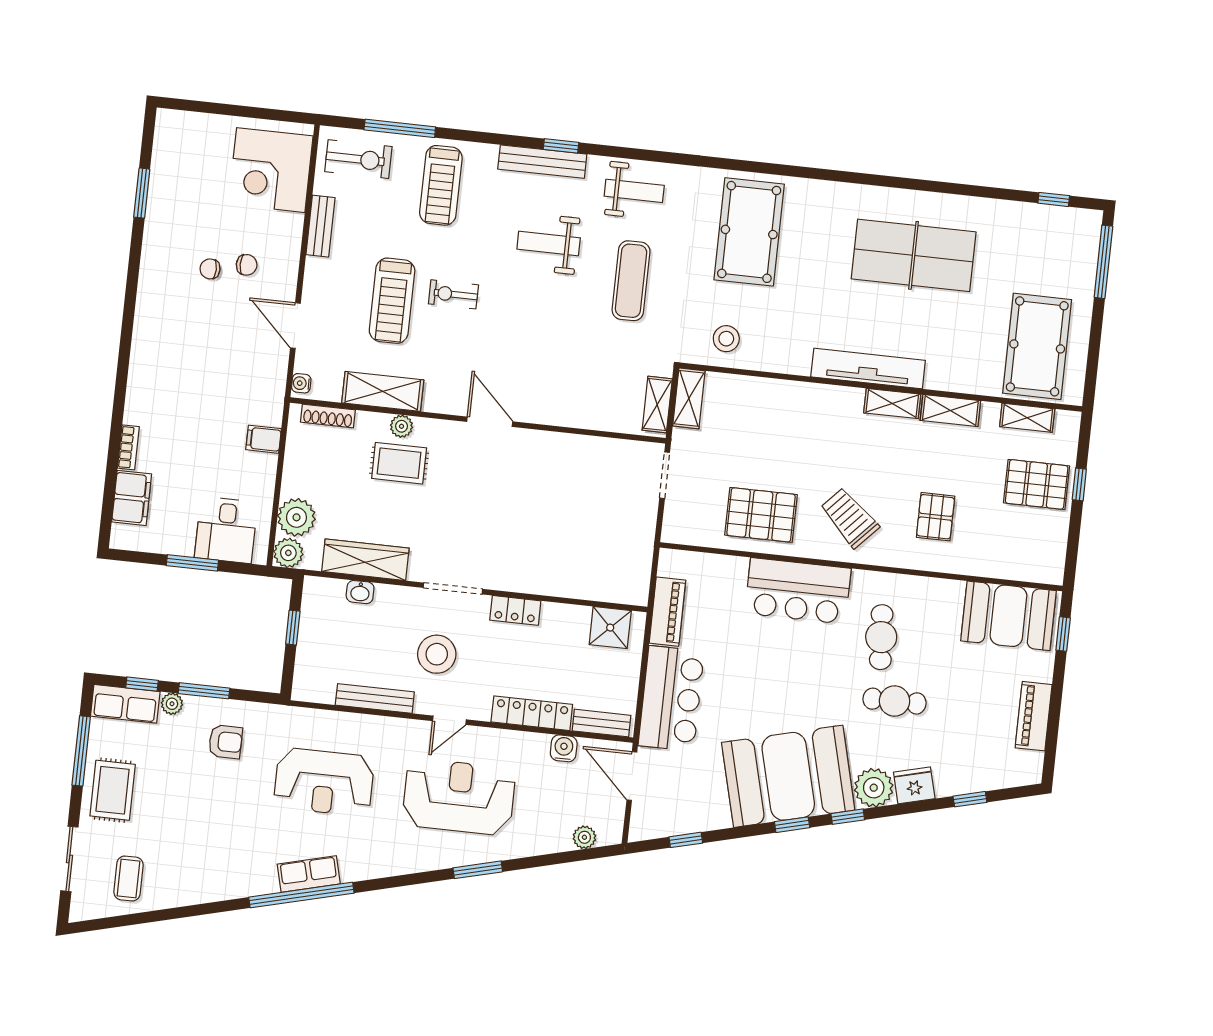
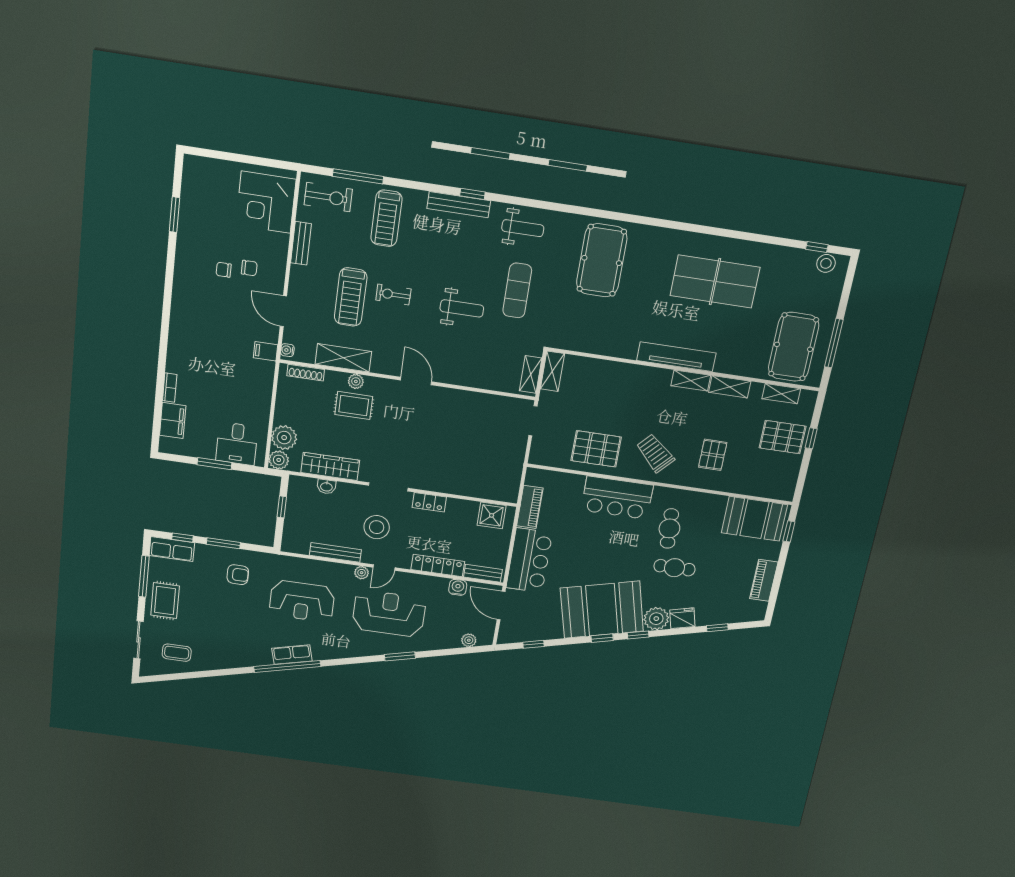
weight bench: (549, 243) -> (462, 308), moved, turned 180
window: (1103, 262) -> (834, 343), moved
stool: (726, 339) -> (826, 263), moved
filing cabinet: (264, 439) -> (265, 351), moved
plant: (172, 704) -> (362, 573), moved
coffee table: (128, 878) -> (177, 653), turned 90

